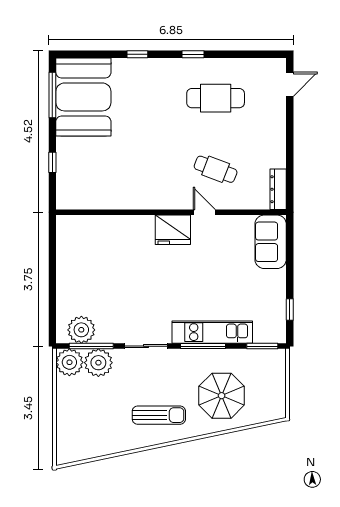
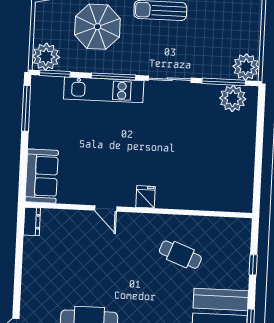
cafe table: (216, 169) -> (180, 255), moved
dresser: (278, 189) -> (32, 221), width x0.70
fridge: (173, 230) -> (145, 197), width x0.53, depth x0.75
window: (290, 310) -> (26, 108), width x2.17
plant: (98, 363) -> (46, 57), moved

